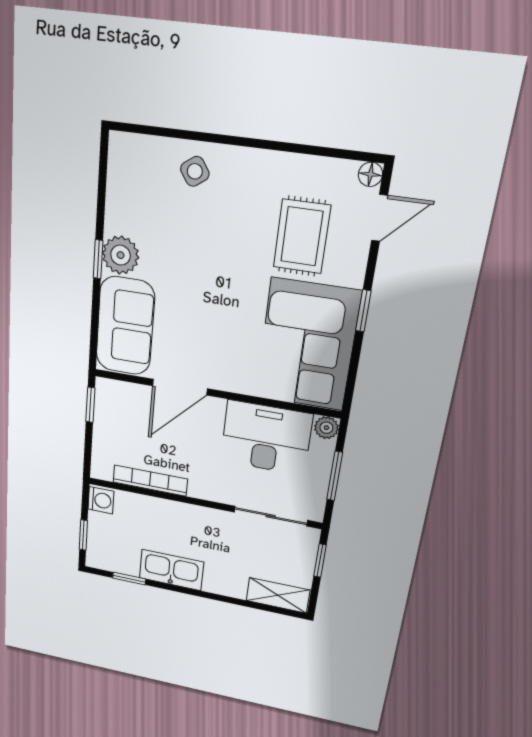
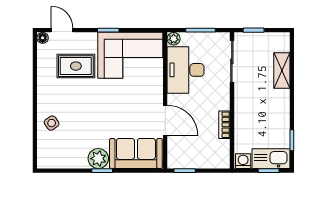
bookcase: (150, 481) -> (224, 125), width x0.64
kitchen sink: (171, 570) -> (271, 159), moved, turned 90
shelving: (278, 595) -> (282, 71), moved

